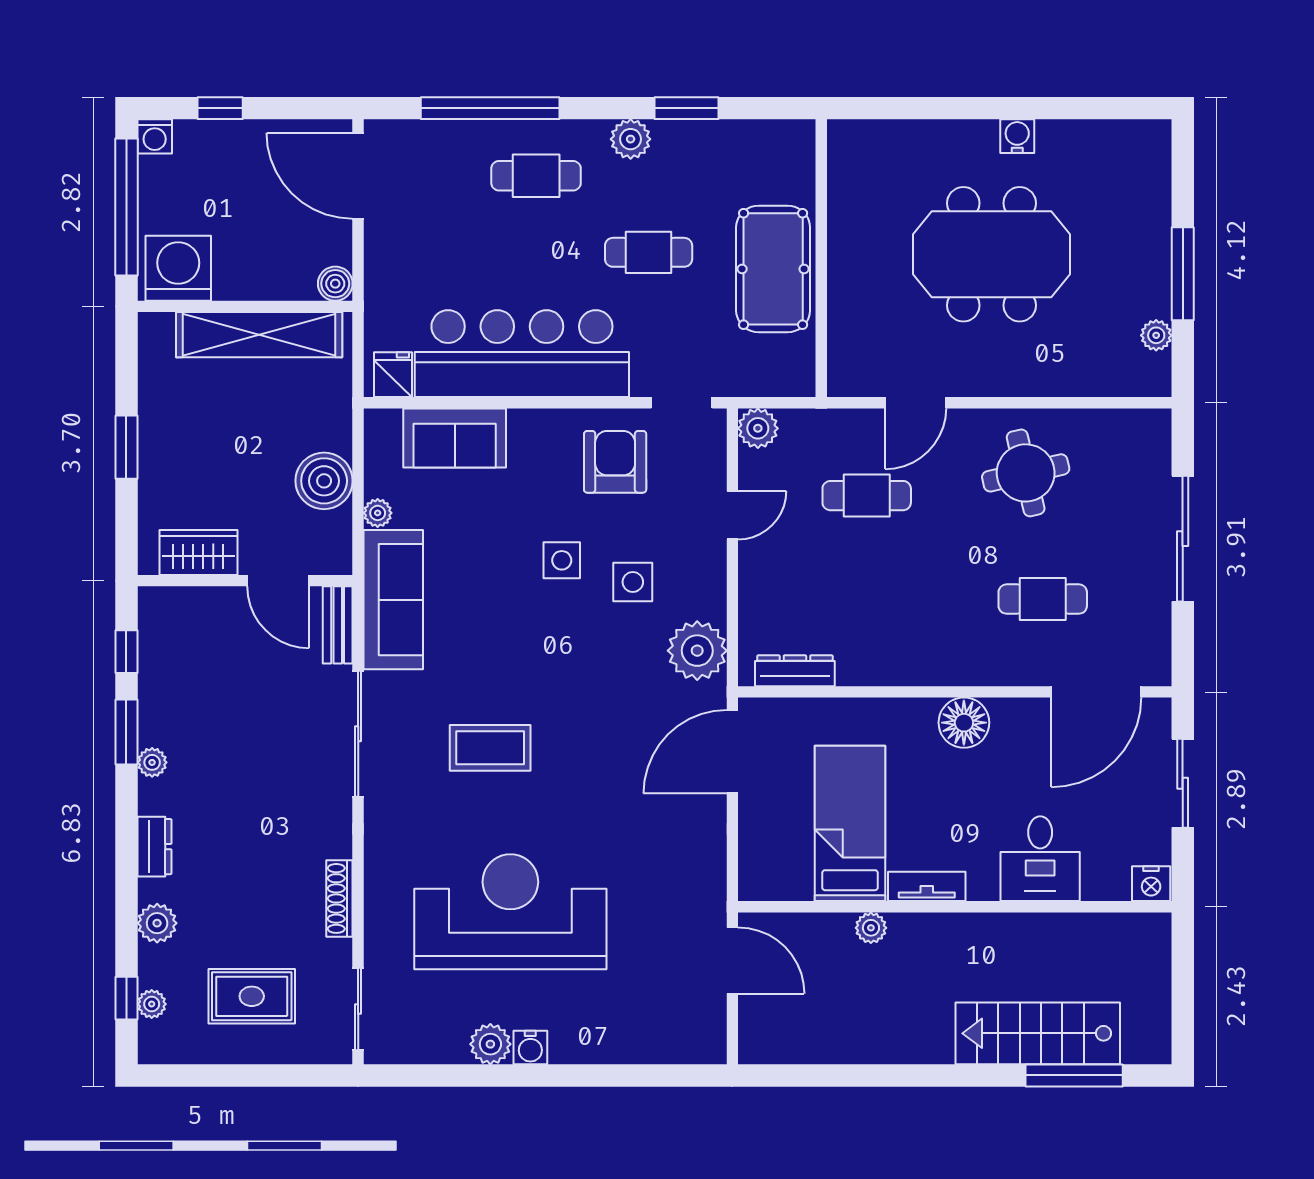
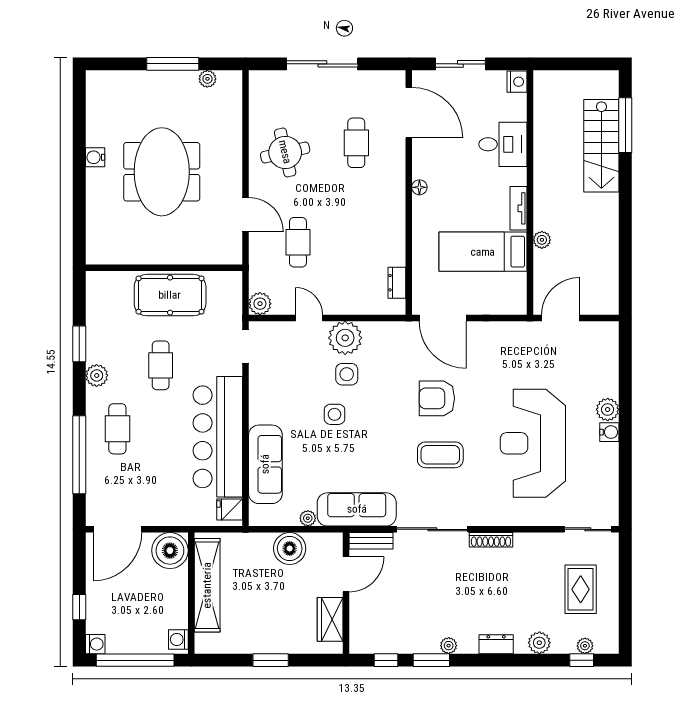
washing machine: (178, 268) -> (178, 639), width x0.53, depth x0.53
boiler: (335, 284) -> (170, 551), width x1.86, depth x1.86
sofa: (455, 438) -> (265, 464), width x1.36
armchair: (615, 462) -> (437, 398), moved
plant: (697, 651) -> (345, 338), moved
dresser: (795, 671) -> (397, 283), width x0.70
floor lamp: (964, 723) -> (419, 187), width x0.53, depth x0.53
coffee table: (490, 748) -> (440, 455), turned 90
shoe rack: (339, 898) -> (491, 540), moved
plant: (490, 1044) -> (608, 409), moved

